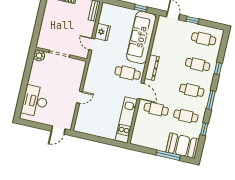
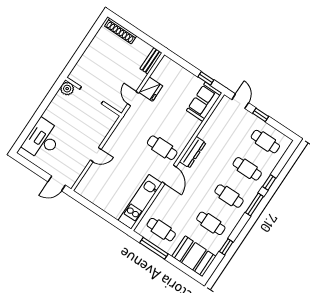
sofa: (141, 37) -> (204, 102), width x0.54, depth x0.79
window: (211, 100) -> (254, 204), moved
cafe table: (156, 109) -> (161, 230), moved
window: (168, 155) -> (154, 248), moved

